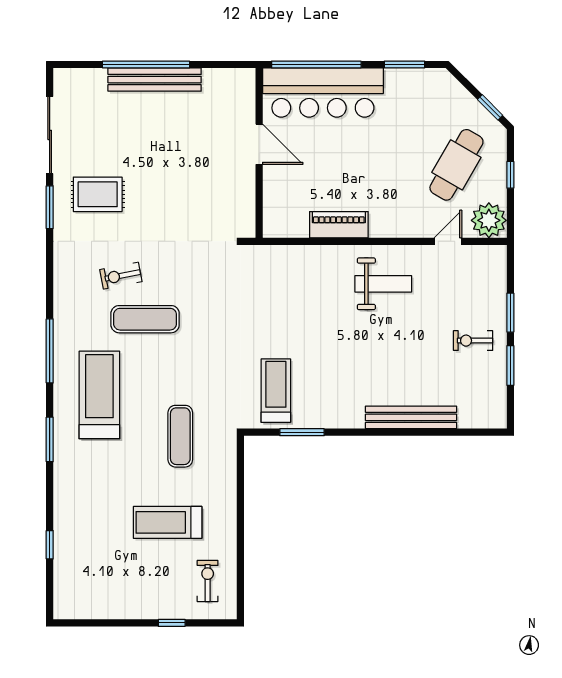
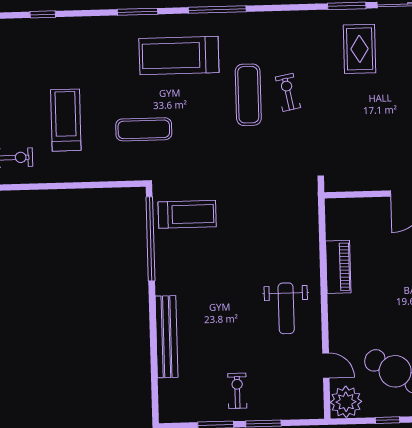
exercise bike: (121, 276) -> (288, 92), moved
treadmill: (99, 395) -> (179, 55), turned 180
window: (302, 432) -> (150, 239), width x2.11

